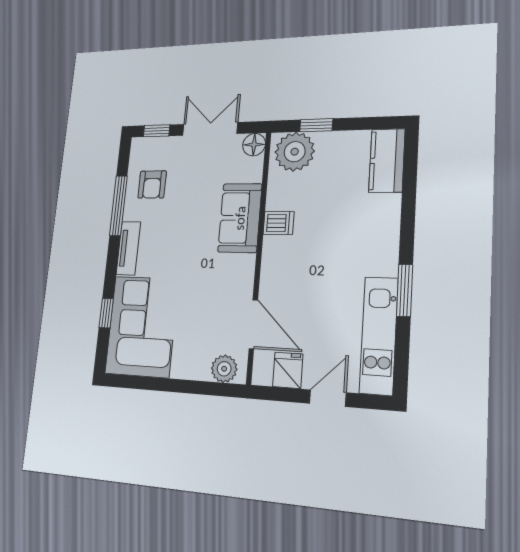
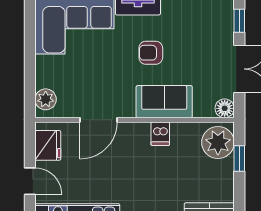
armchair: (152, 184) -> (151, 53), moved
door: (253, 324) -> (99, 120), moved
fridge: (288, 370) -> (48, 145), width x1.38

